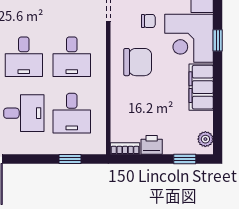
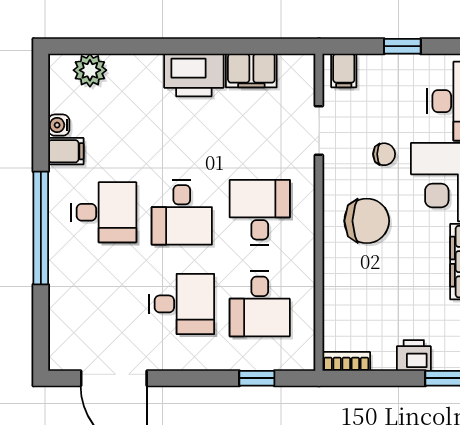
desk: (72, 57) -> (260, 212), turned 180
printer: (152, 145) -> (414, 355), moved

